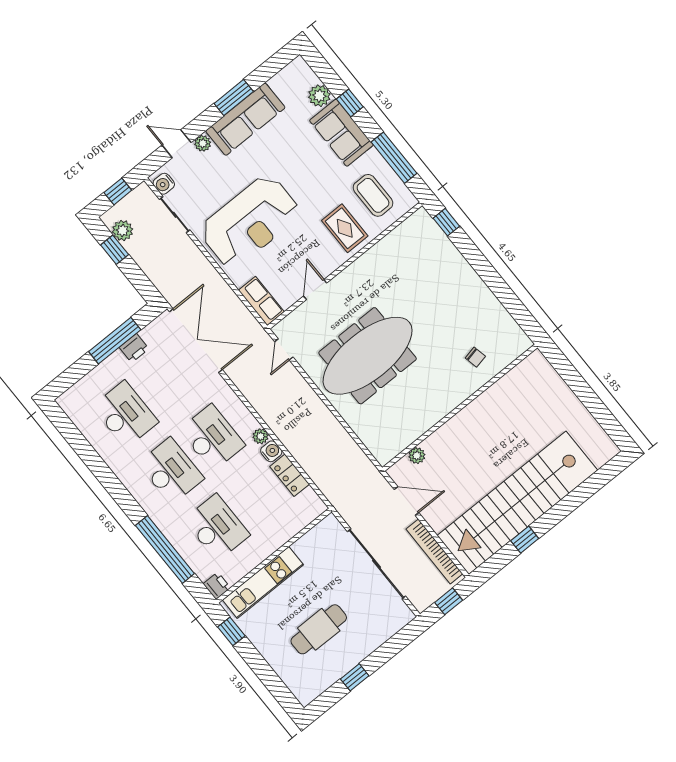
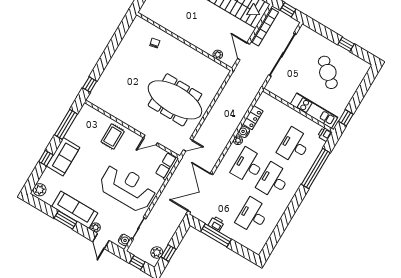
plant: (319, 96) -> (40, 190), moved
coffee table: (373, 195) -> (90, 128), removed
cafe table: (319, 629) -> (328, 72), turned 41

